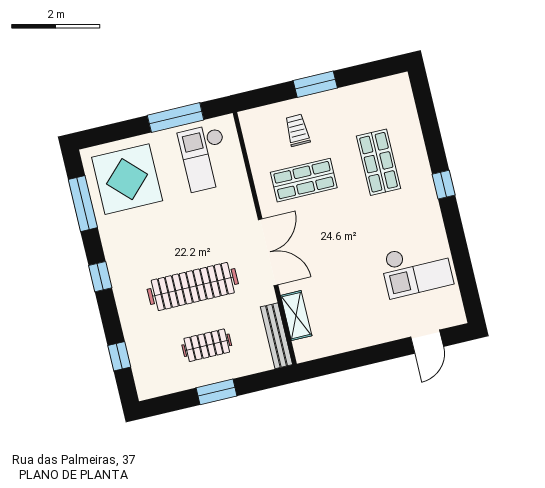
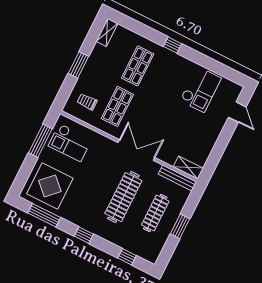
shelving: (389, 86) -> (107, 32), added
trolley: (297, 130) -> (87, 102), moved
shop shelf: (379, 162) -> (138, 66), turned 90
shelving: (296, 316) -> (188, 168), moved
clothes rail: (207, 345) -> (155, 213), width x1.36

